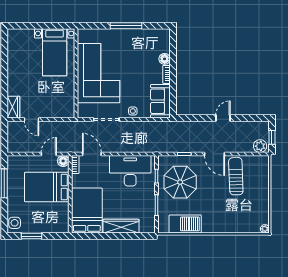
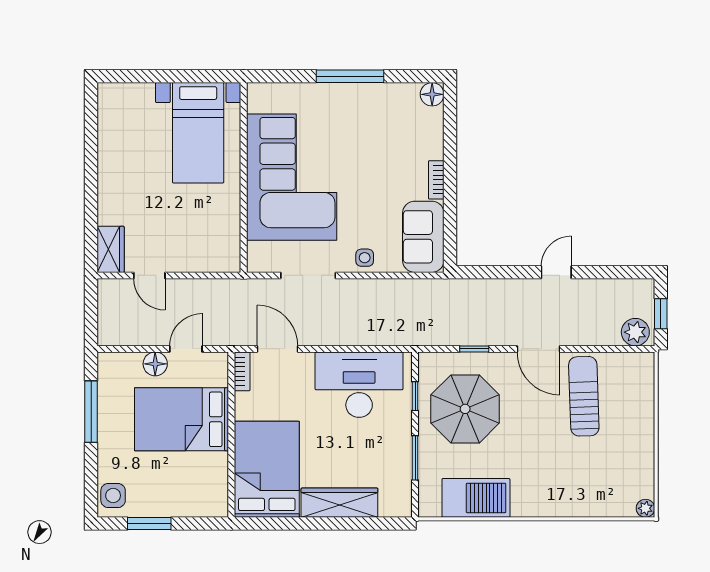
floor lamp: (165, 59) -> (432, 94), moved
floor lamp: (63, 161) -> (155, 364), moved

